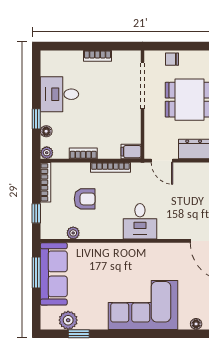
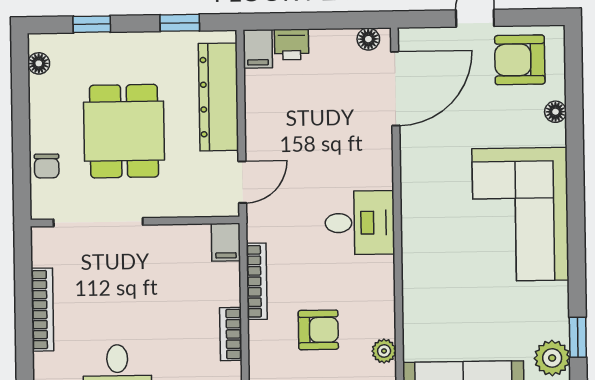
bookcase: (97, 56) -> (42, 310), width x1.56
armchair: (85, 199) -> (318, 330), turned 90

